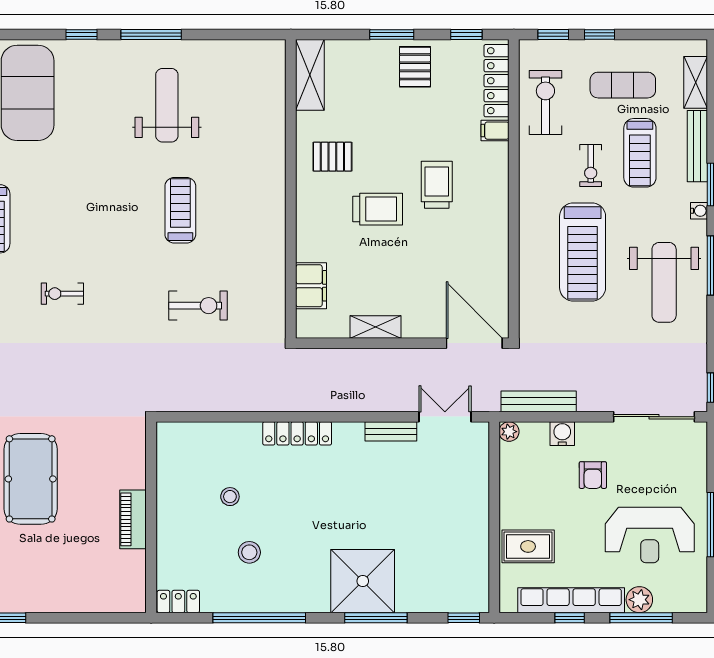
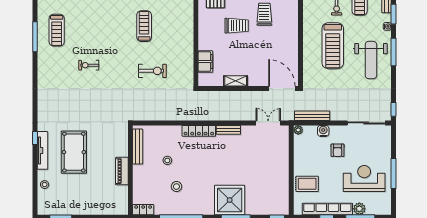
bench: (391, 431) -> (228, 130), moved
bench: (167, 467) -> (138, 147), added
reception desk: (650, 535) -> (364, 178), turned 180

